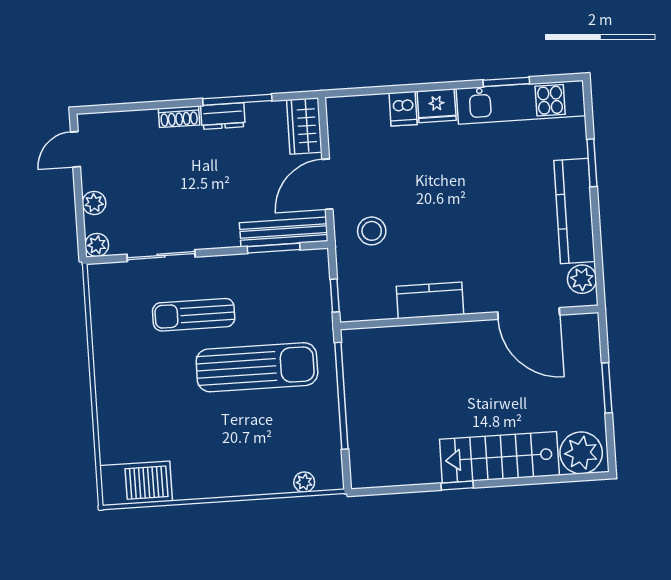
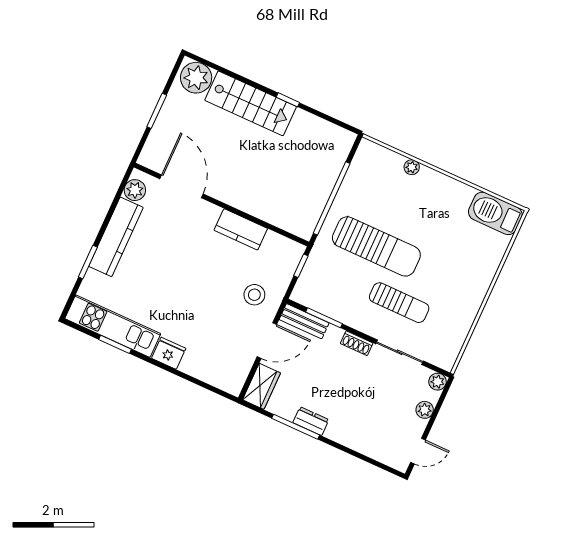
dishwasher: (403, 109) -> (191, 363), removed
shoe rack: (179, 117) -> (357, 343), moved, turned 180
bench: (284, 232) -> (304, 321), width x0.73
sun lounger: (257, 367) -> (376, 246), turned 180
plant: (304, 482) -> (412, 167), moved

